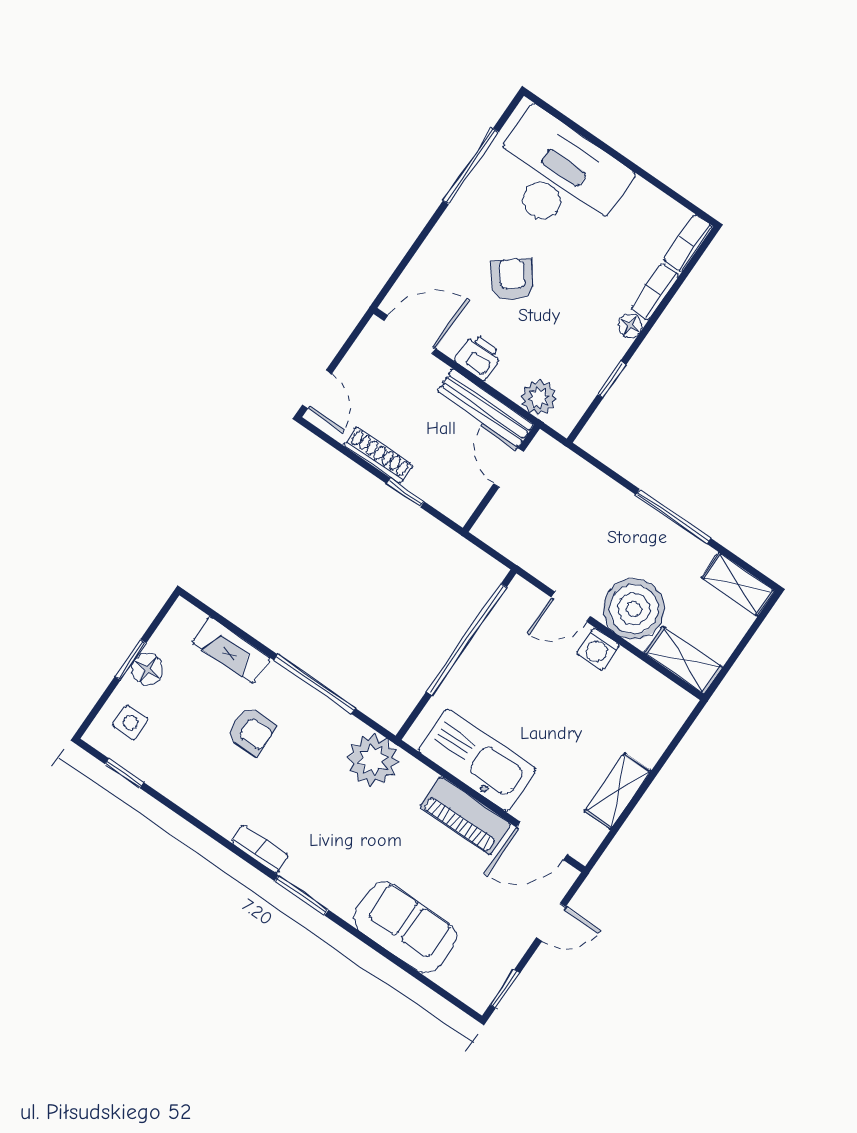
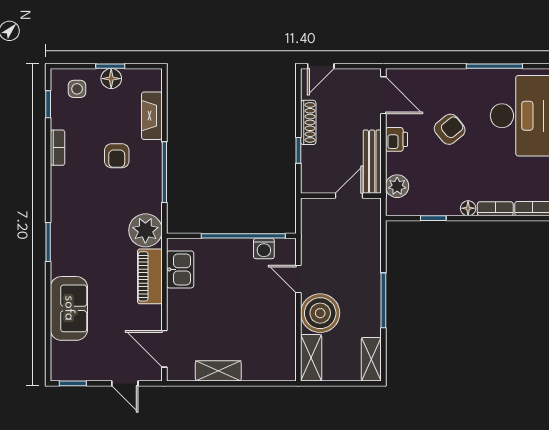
washing machine: (598, 649) -> (264, 249), moved, turned -90
kitchen sink: (477, 760) -> (180, 269), width x0.53, depth x0.81
piano: (465, 816) -> (150, 276), moved
bookcase: (260, 849) -> (58, 148), moved

